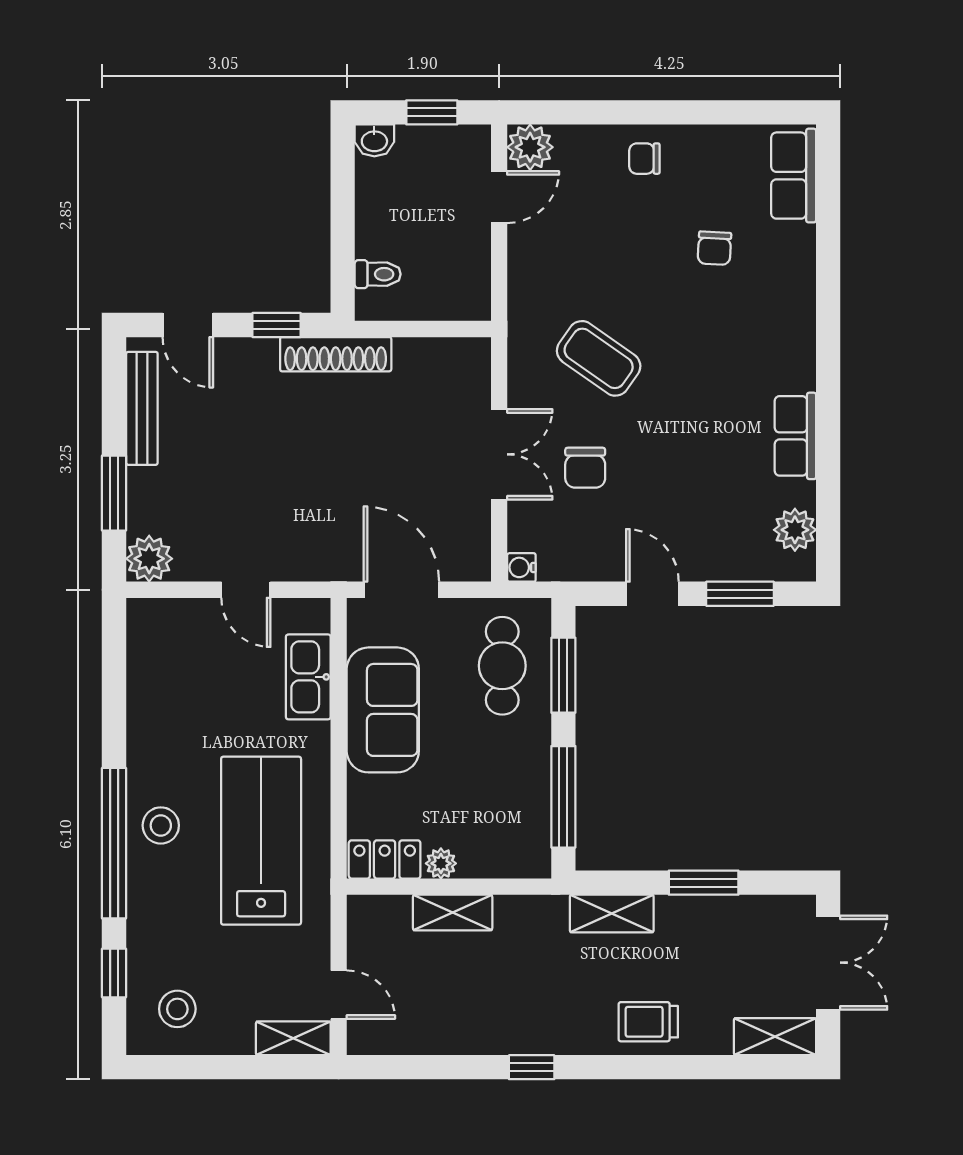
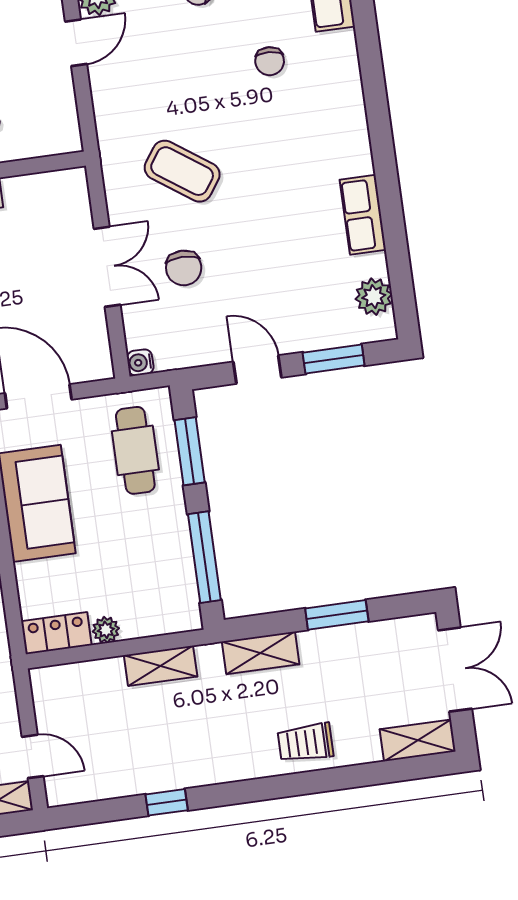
shelving: (453, 913) -> (161, 666), moved
window: (532, 1067) -> (167, 802), moved

